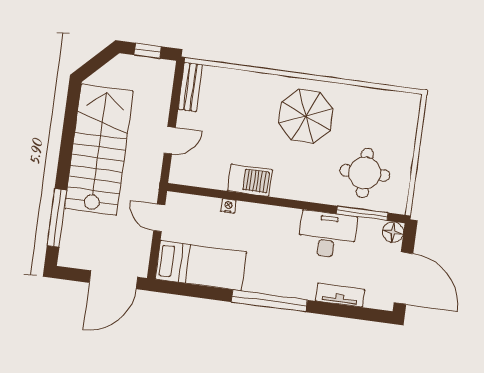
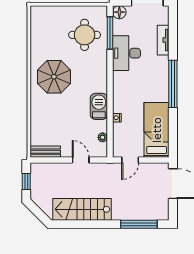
stairs: (99, 150) -> (82, 209), width x0.73, depth x0.66
plant: (201, 179) -> (103, 137), added

